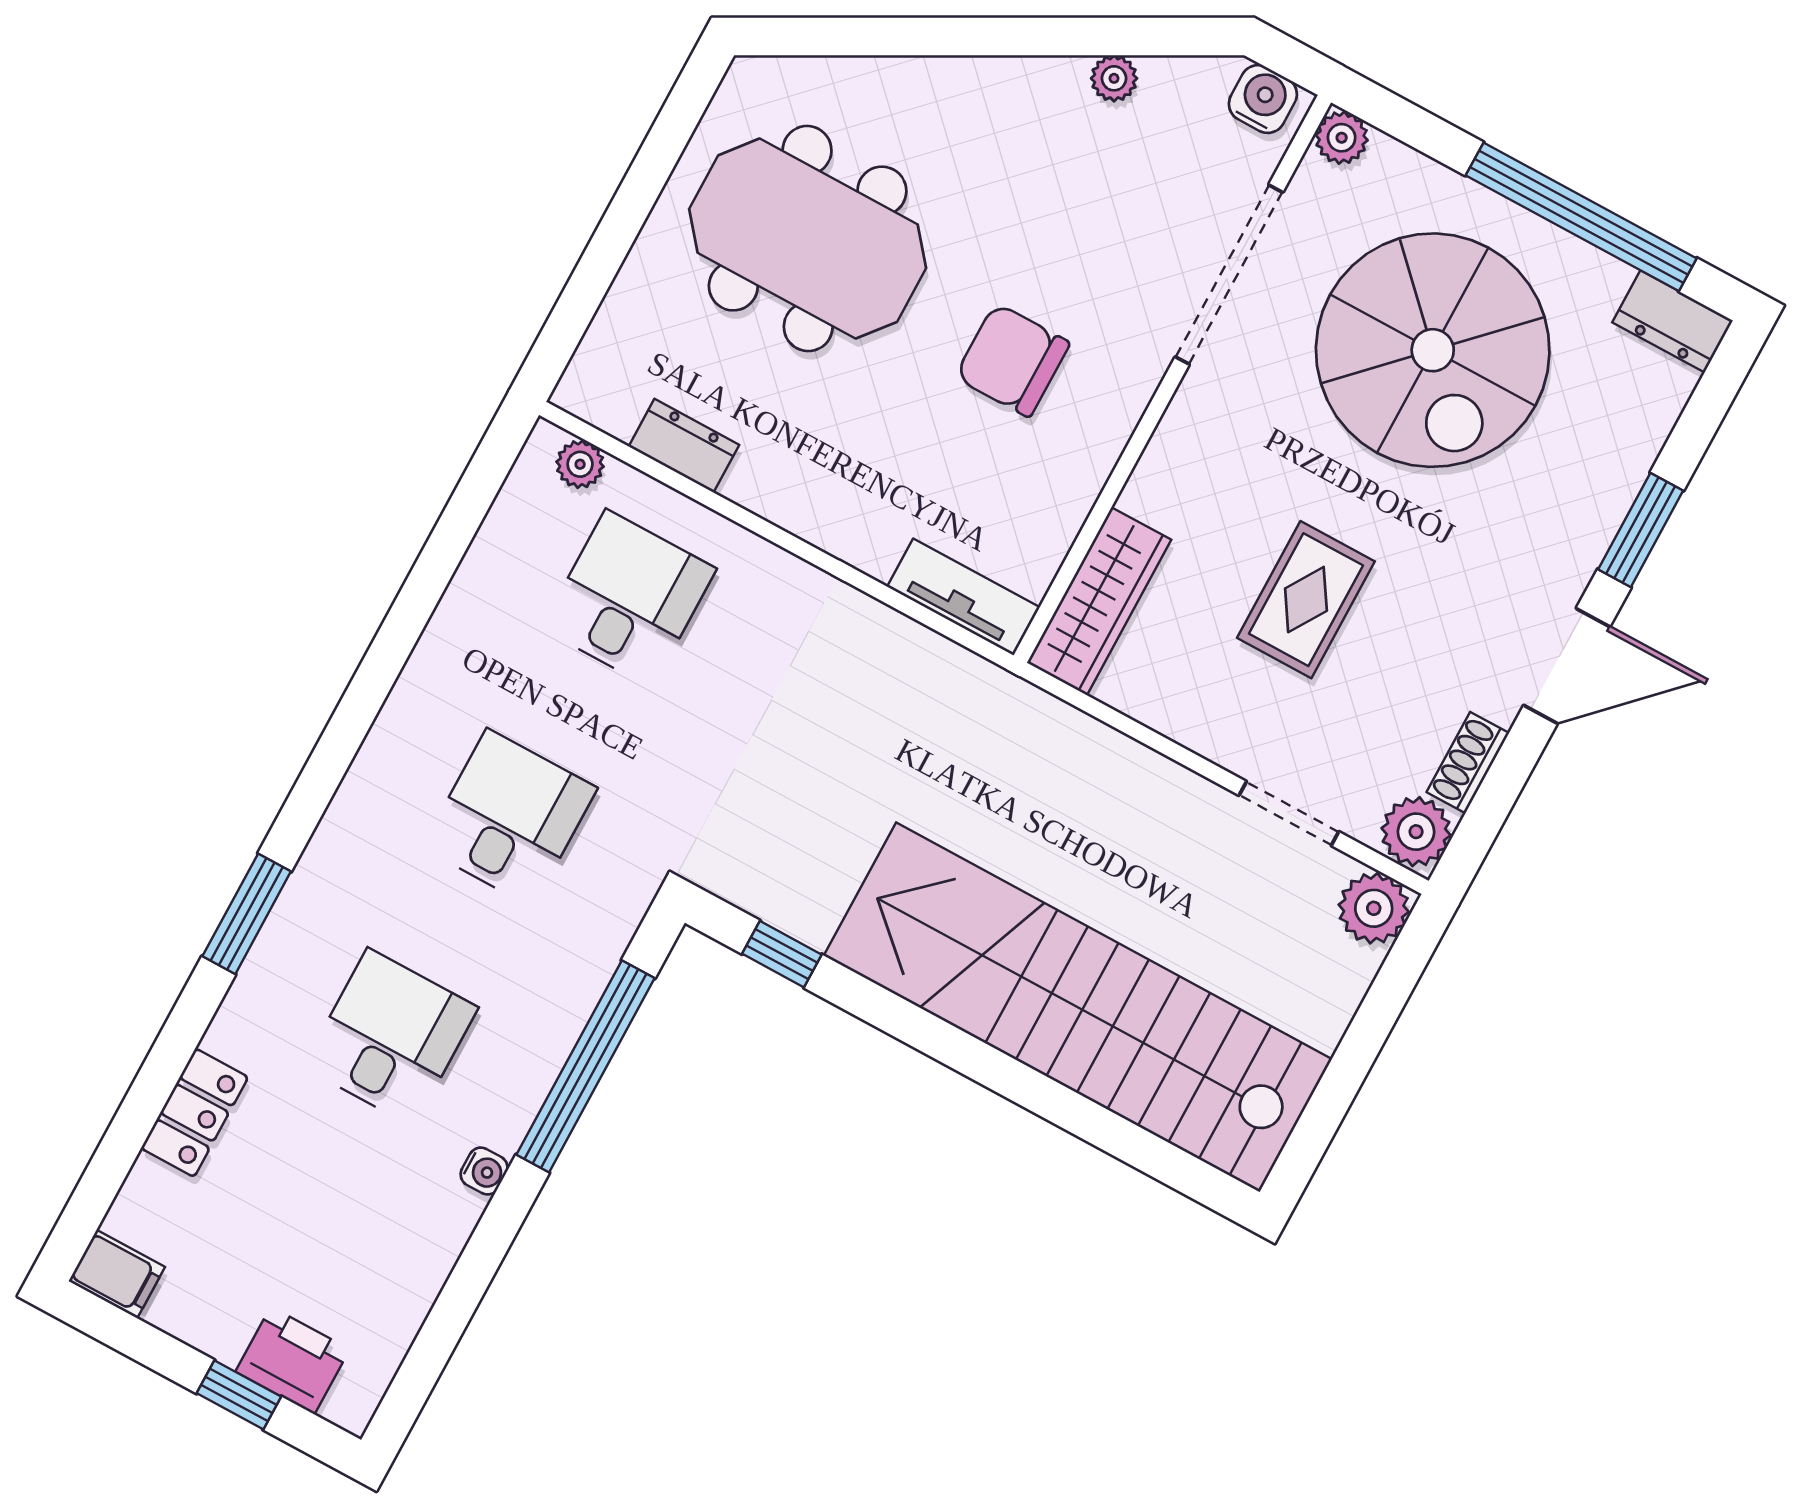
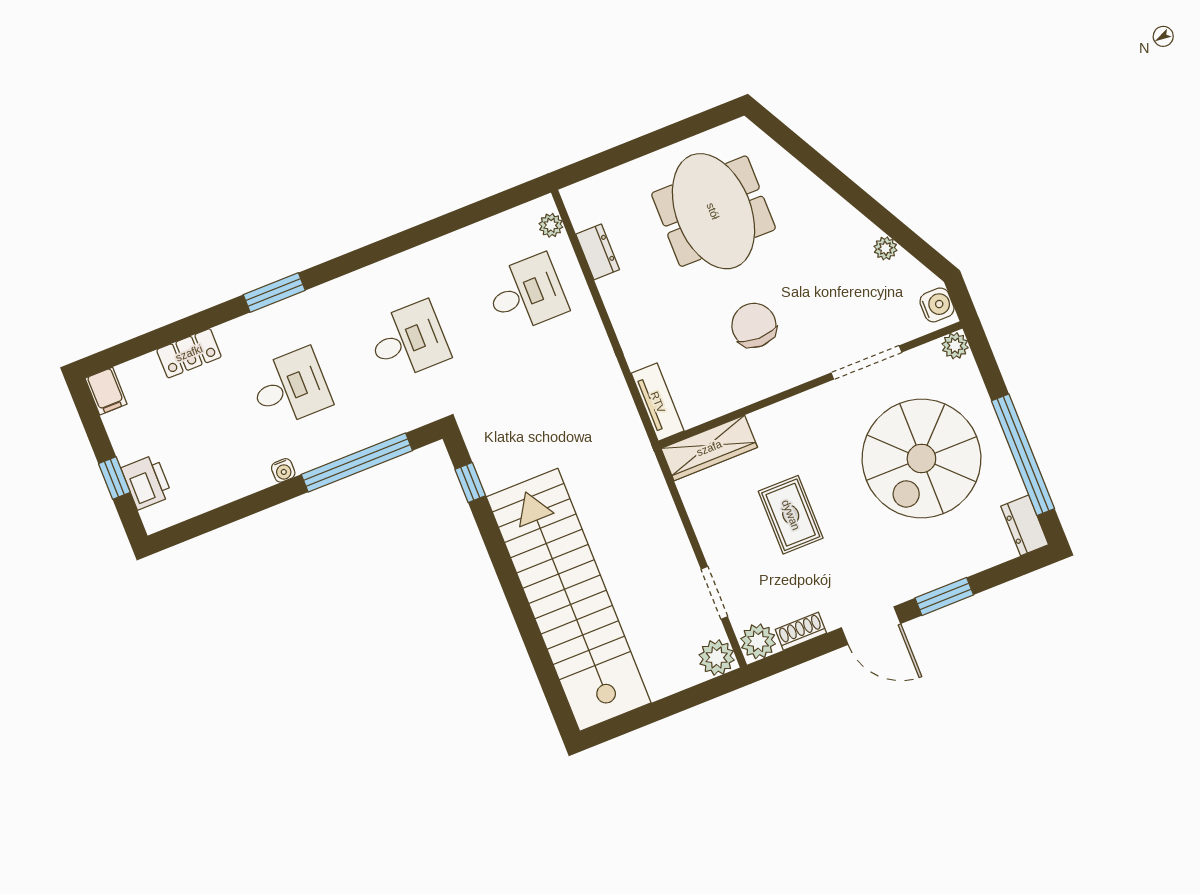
doorway: (1229, 275) -> (866, 363), width x0.73
rug: (1306, 600) -> (791, 515), turned 90

